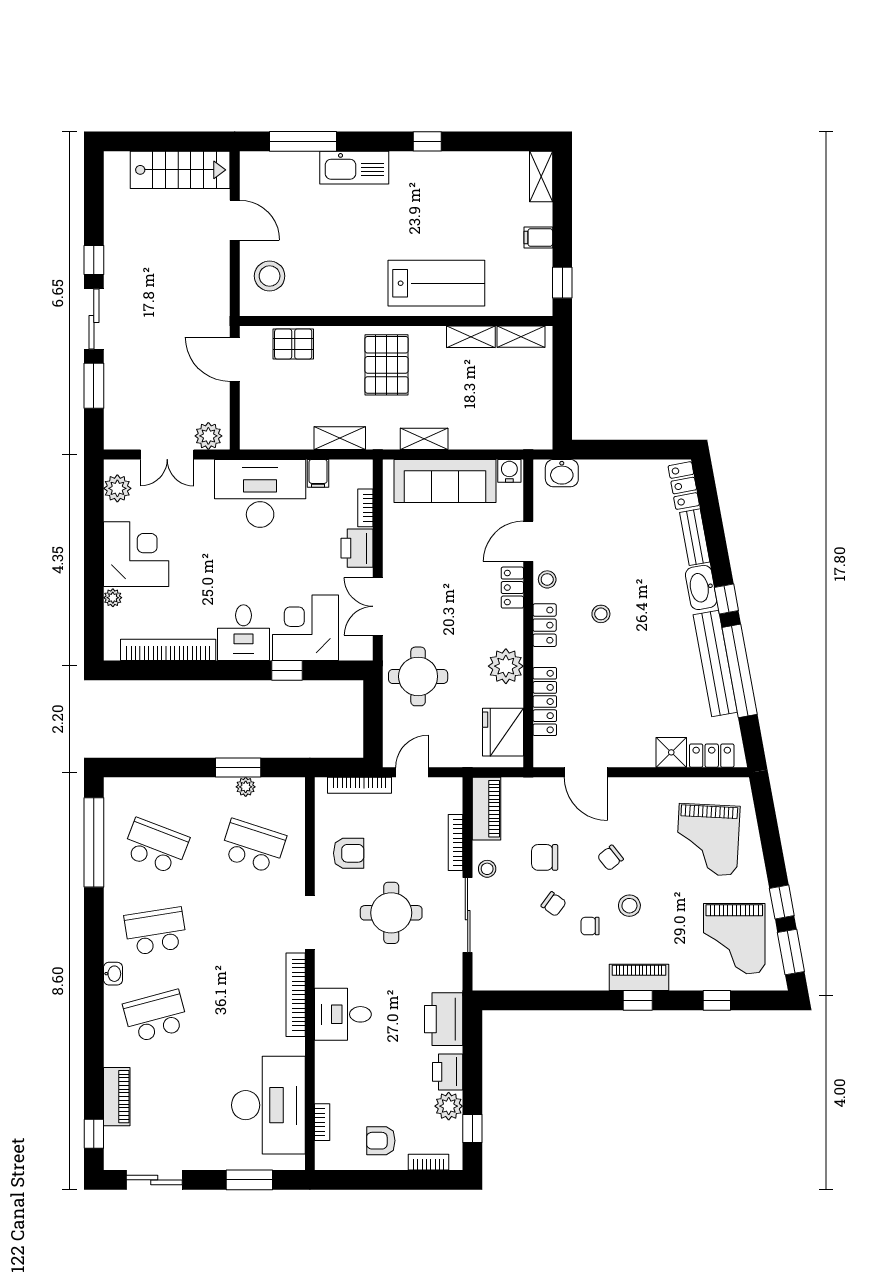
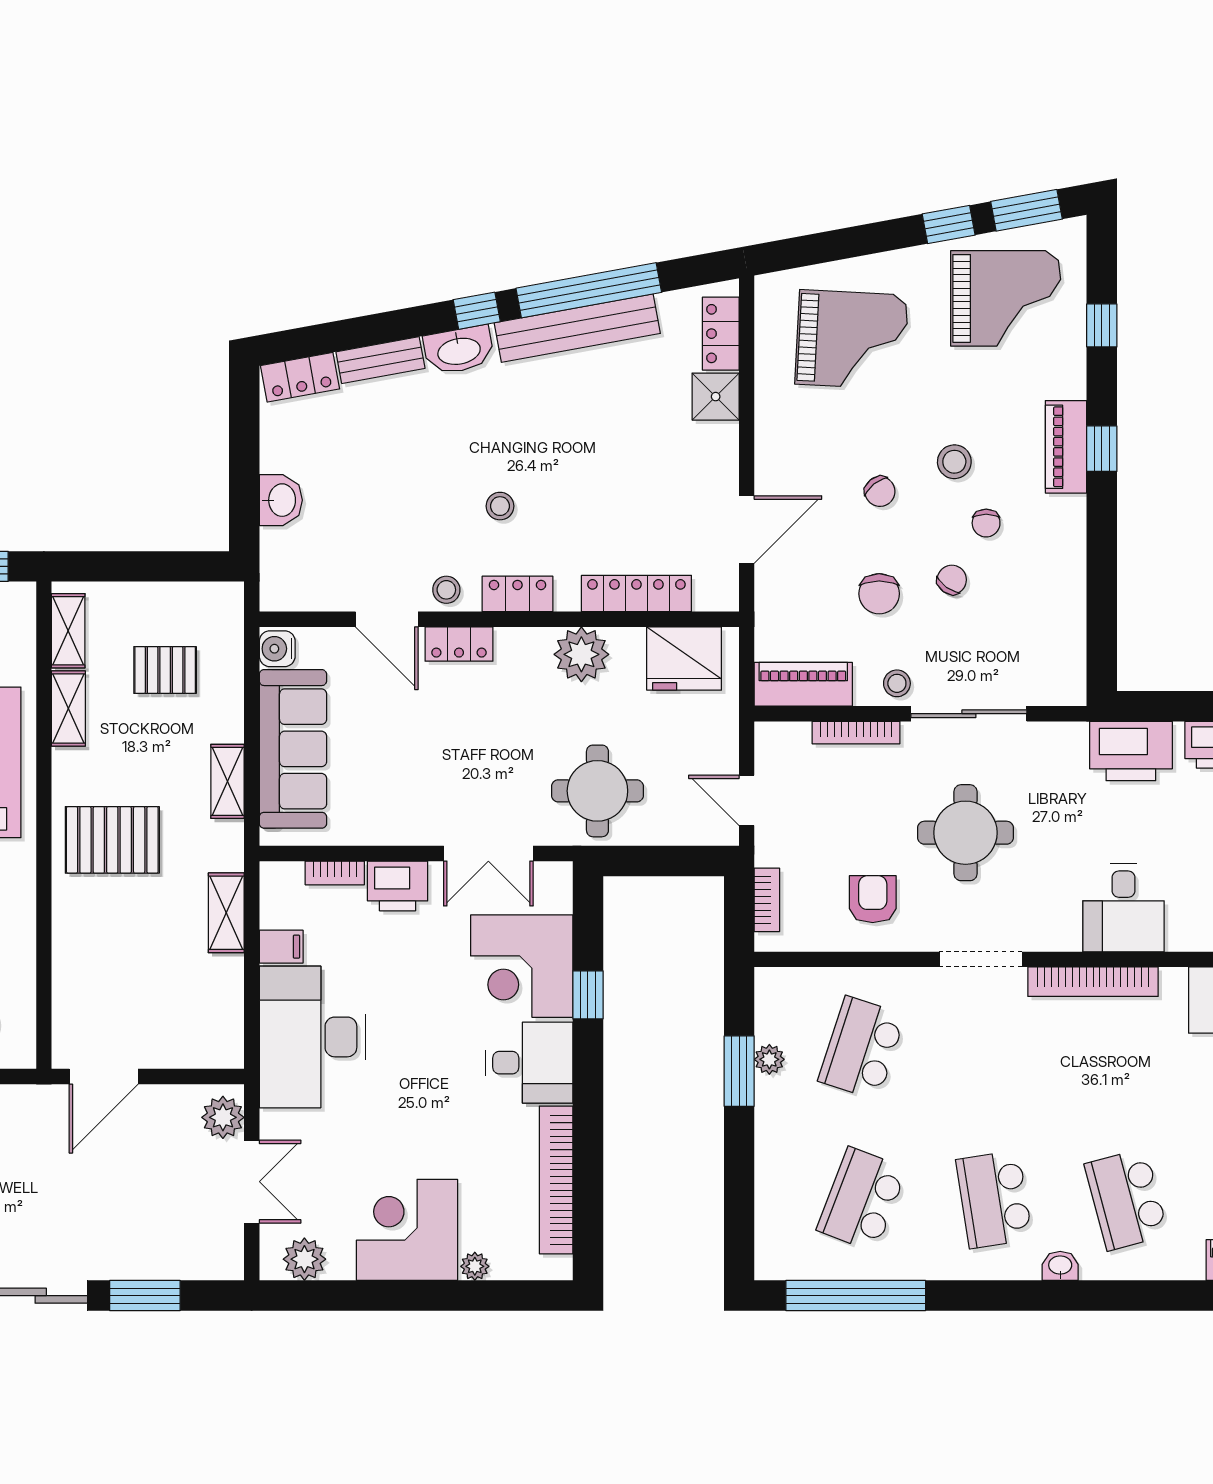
pallet: (293, 344) -> (165, 670), moved, turned 90
washbasin: (562, 473) -> (281, 500), moved
bookcase: (360, 785) -> (767, 900), width x0.64

